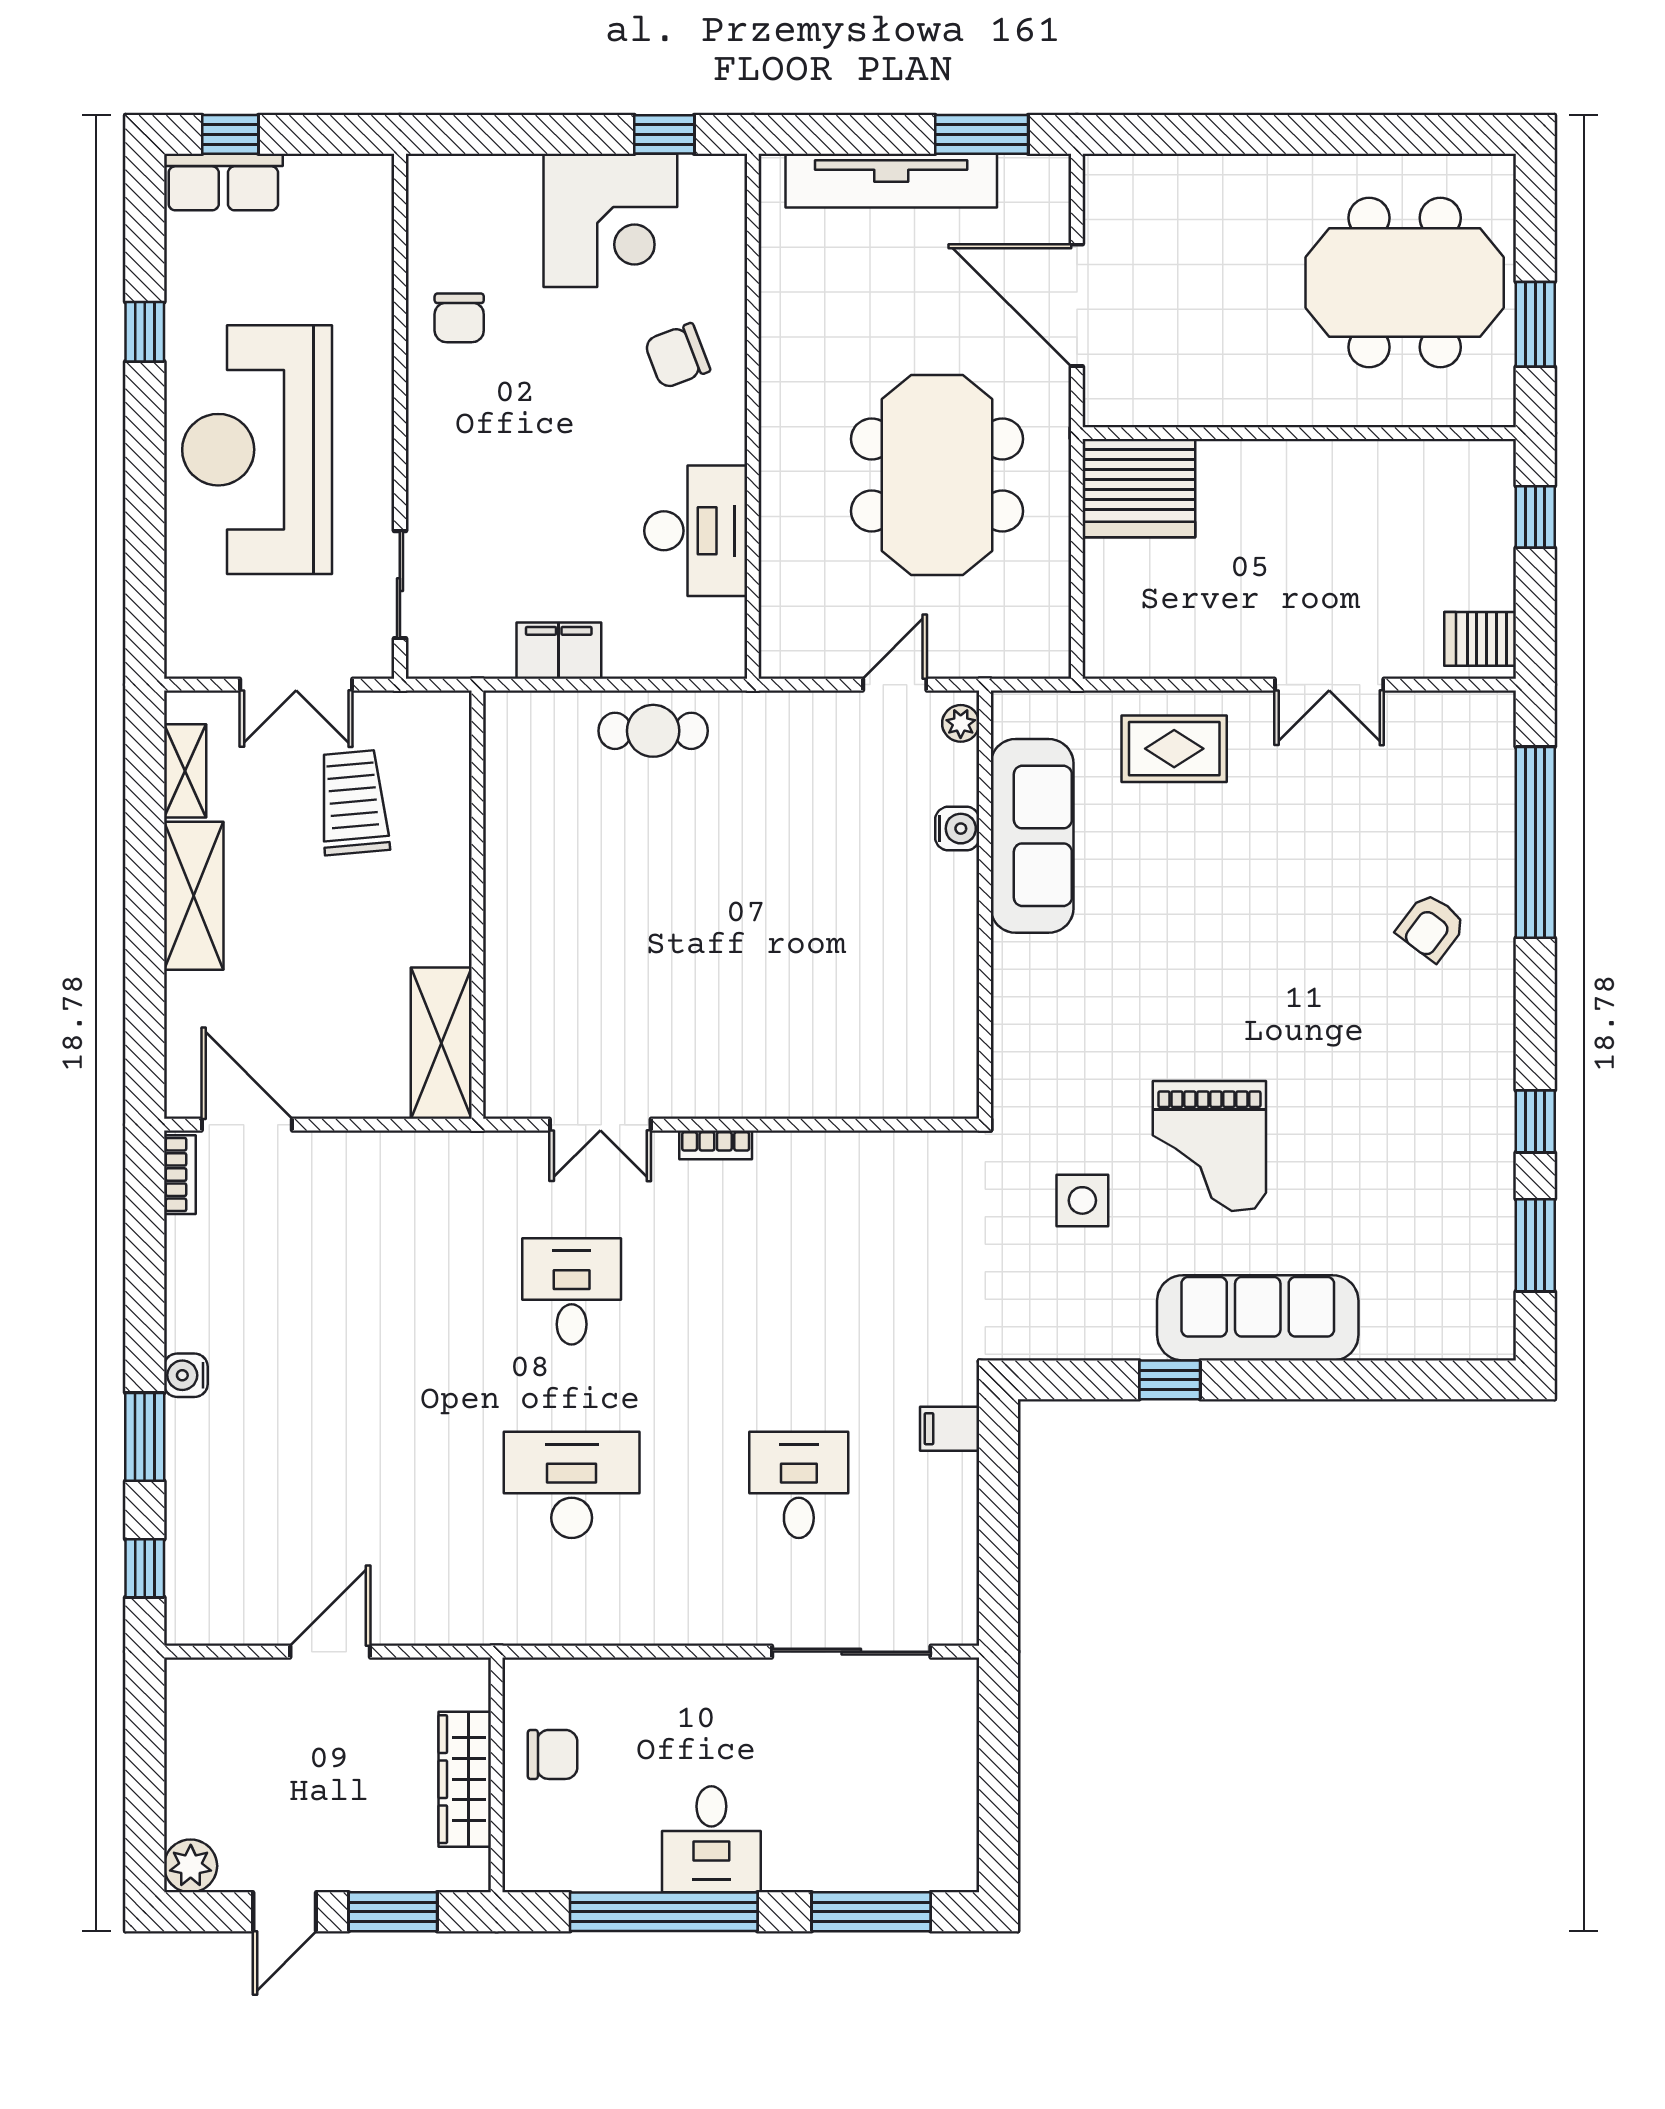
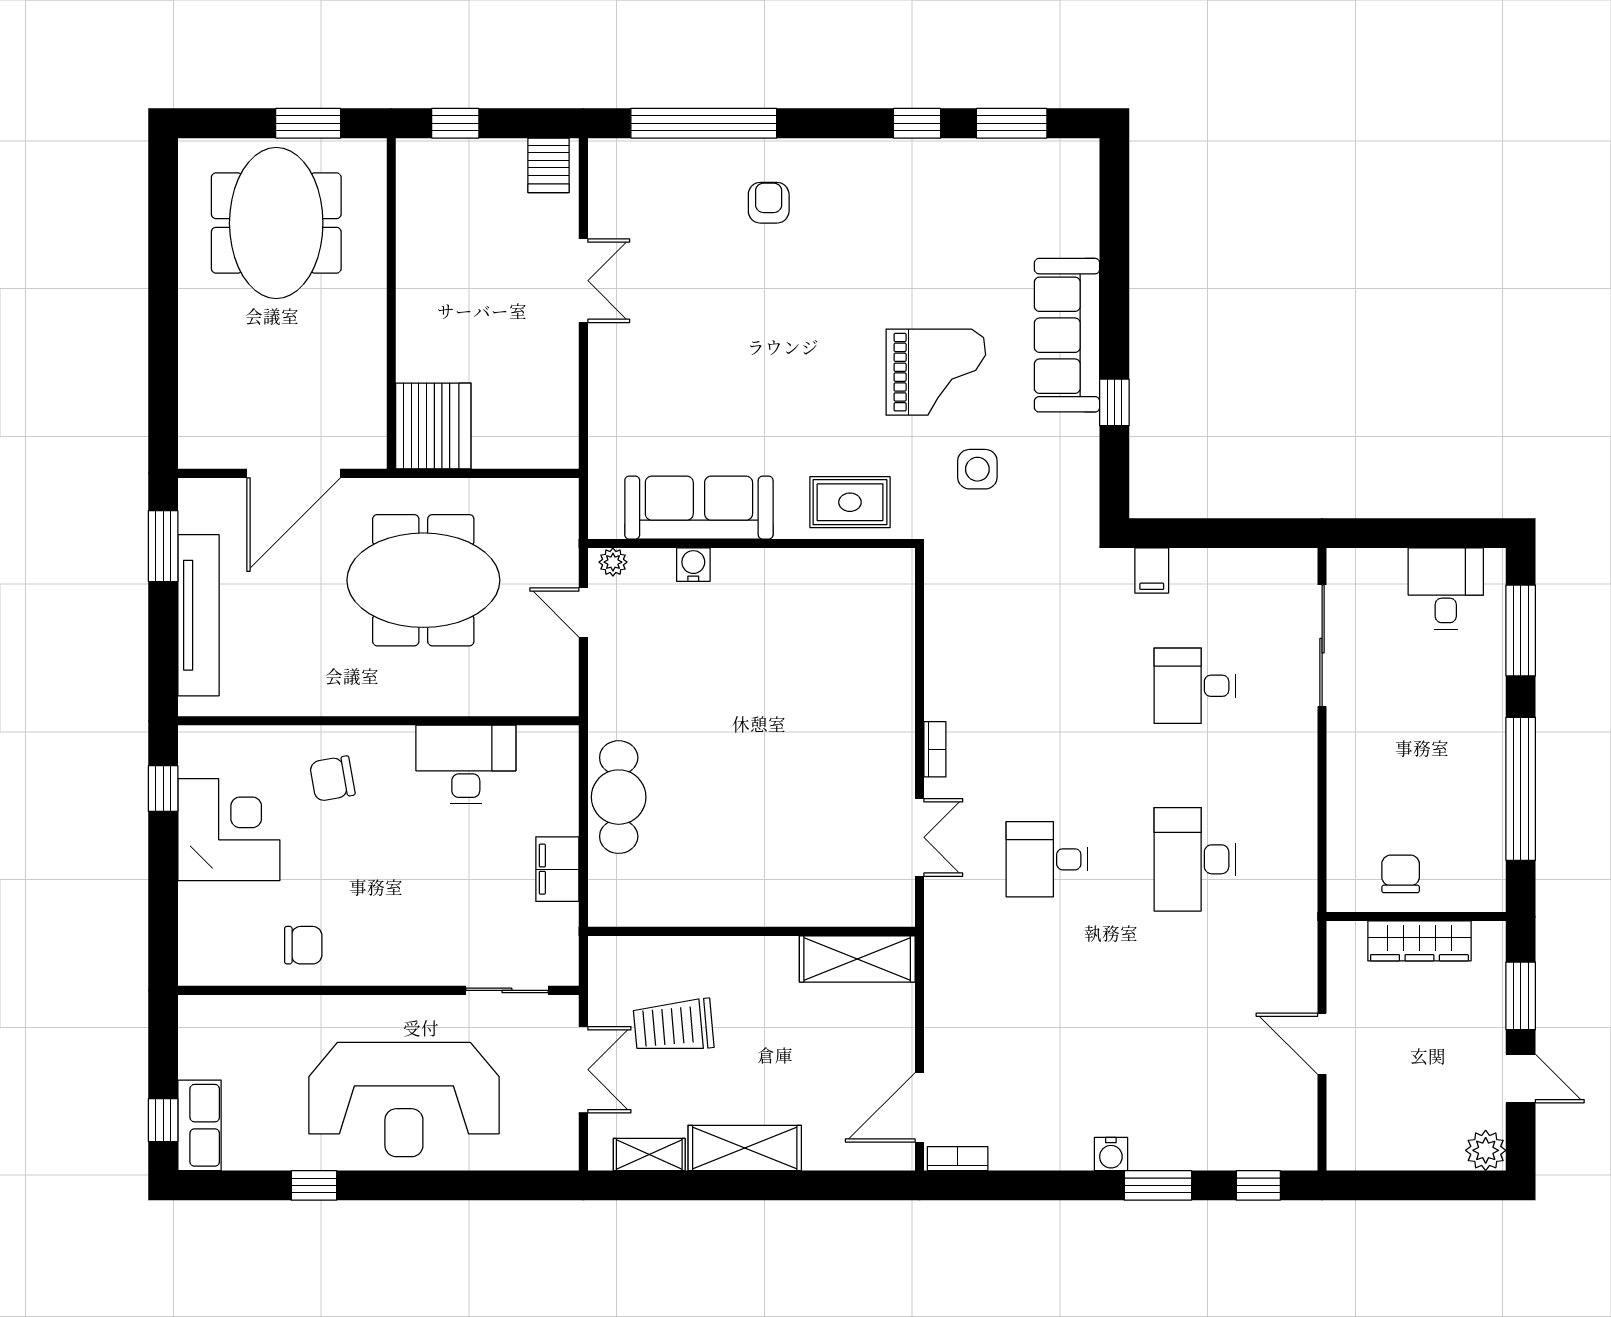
chair: (677, 356) -> (332, 779), turned 101
cafe table: (653, 731) -> (619, 797), width x1.37, depth x1.35
rug: (1174, 749) -> (850, 502), moved, turned 90
armchair: (1431, 927) -> (769, 203), turned -127
desk: (711, 1839) -> (1446, 589), moved, turned -90

